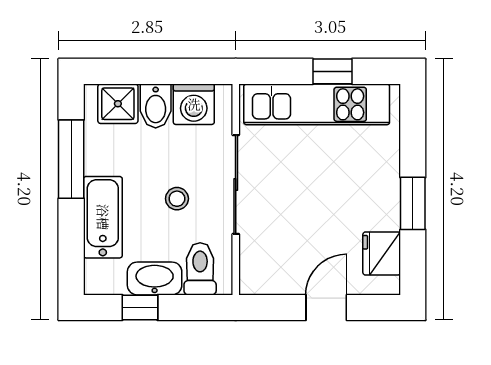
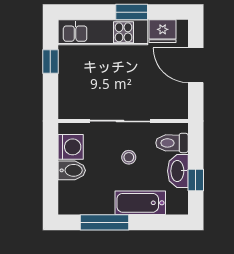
shower: (118, 104) -> (70, 194), removed
kitchen unit: (317, 104) -> (103, 32), moved, turned 90
door: (326, 307) -> (196, 65), width x1.38

